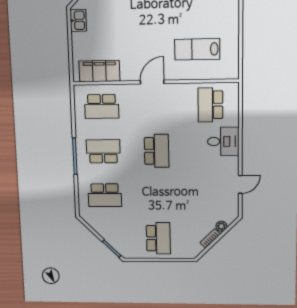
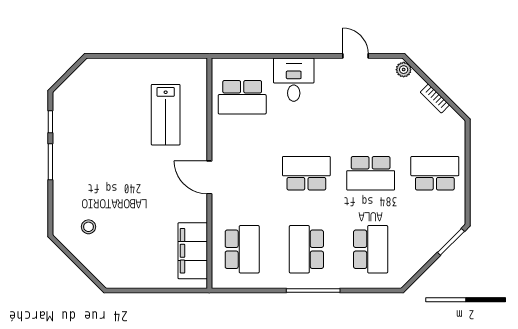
kitchen sink: (78, 20) -> (123, 278), removed
school desk: (157, 195) -> (371, 173), added
plant: (221, 226) -> (404, 70), moved

